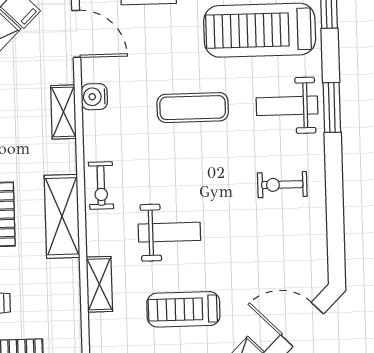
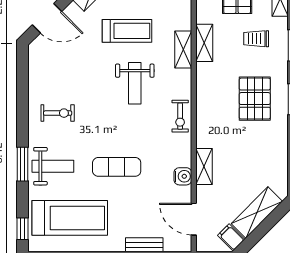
exercise bike: (101, 186) -> (180, 116), turned 180
shelving: (62, 216) -> (204, 43), moved, width x0.67, depth x0.75
weight bench: (169, 232) -> (135, 83), turned -90

